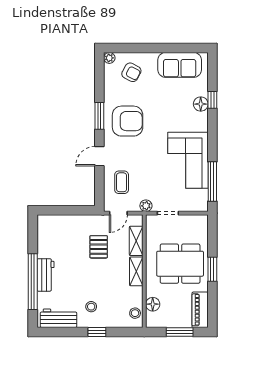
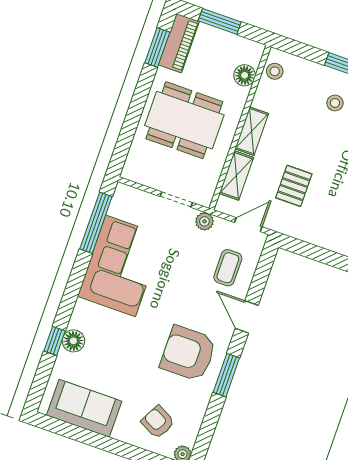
door: (99, 156) -> (247, 317), swing flipped
window: (212, 269) -> (157, 47), moved

